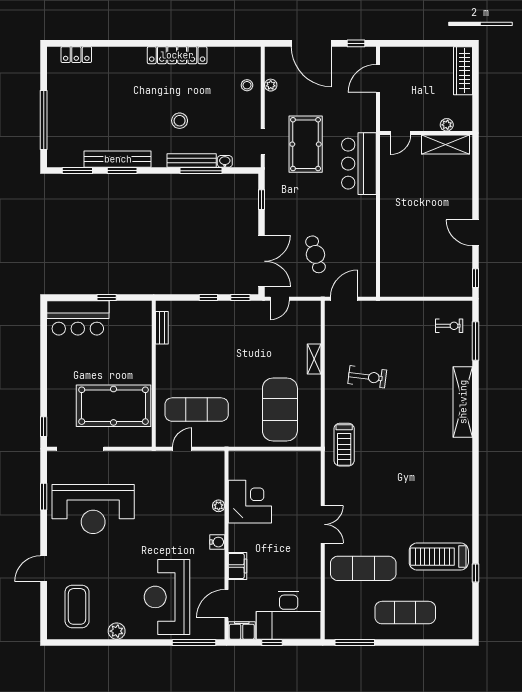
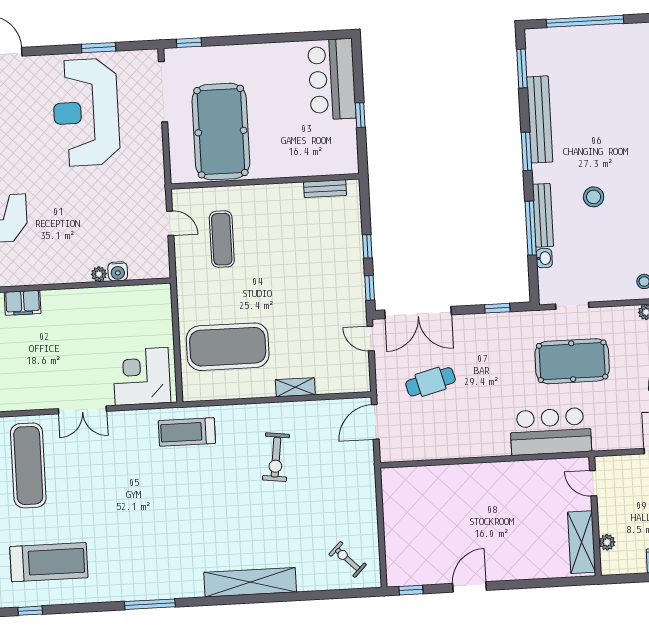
window: (122, 171) -> (527, 151), moved
door: (344, 299) -> (375, 422), swing flipped
exercise bike: (449, 326) -> (348, 559), turned 135
window: (475, 341) -> (150, 604), moved
exercise mat: (197, 410) -> (222, 239), width x0.73, depth x0.69
corner desk: (250, 502) -> (142, 376), moved, turned 180
water cooler: (217, 542) -> (118, 271), moved
treadmill: (439, 557) -> (49, 562), turned 90

